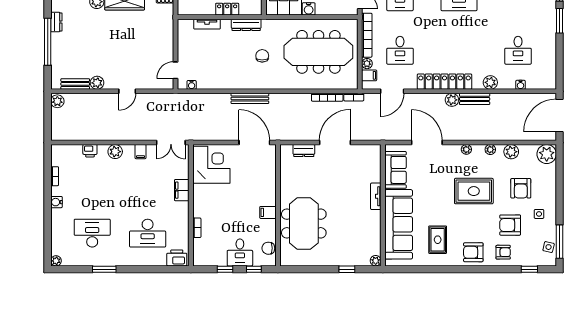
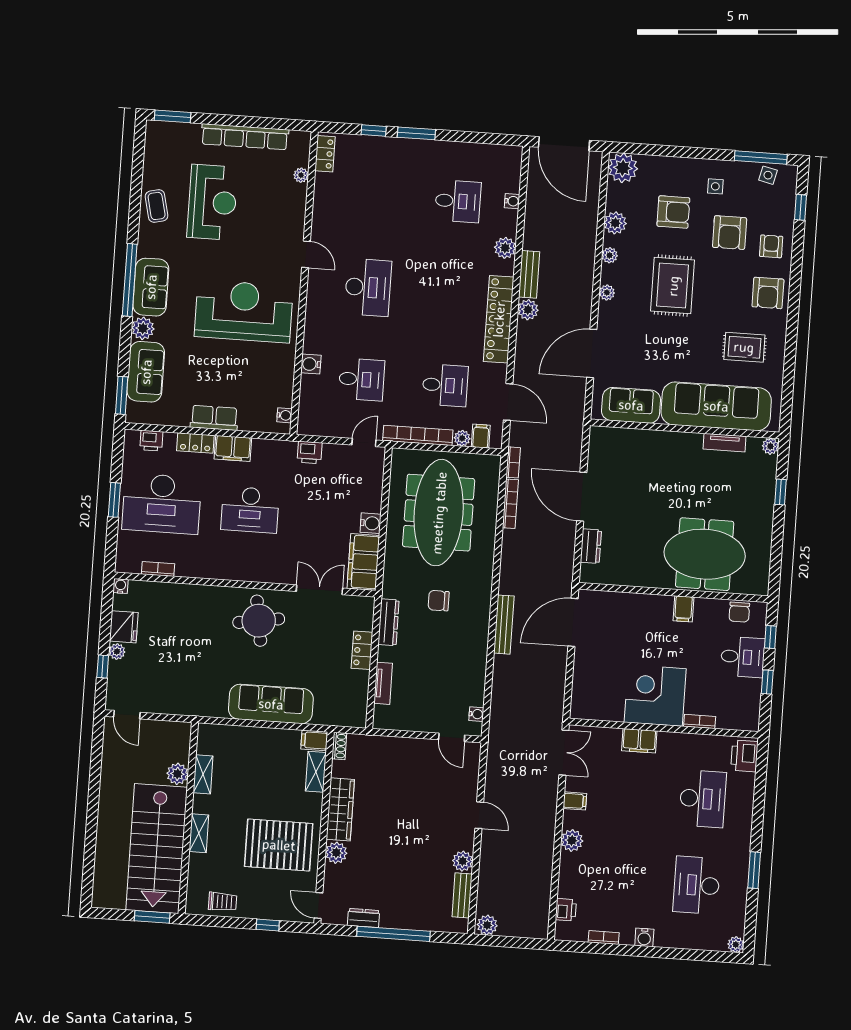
printer: (90, 151) -> (566, 910), moved
corner desk: (211, 165) -> (655, 695), moved
tv unit: (376, 196) -> (725, 443), moved

